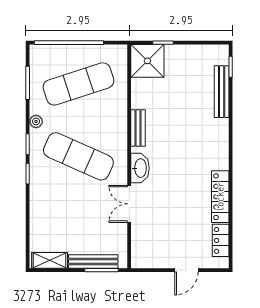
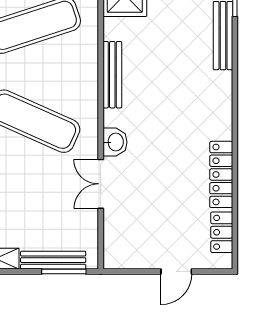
bench: (138, 128) -> (112, 75), width x1.36
washbasin: (140, 168) -> (115, 142), width x0.72

